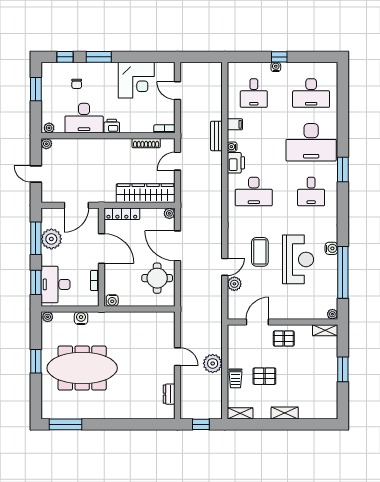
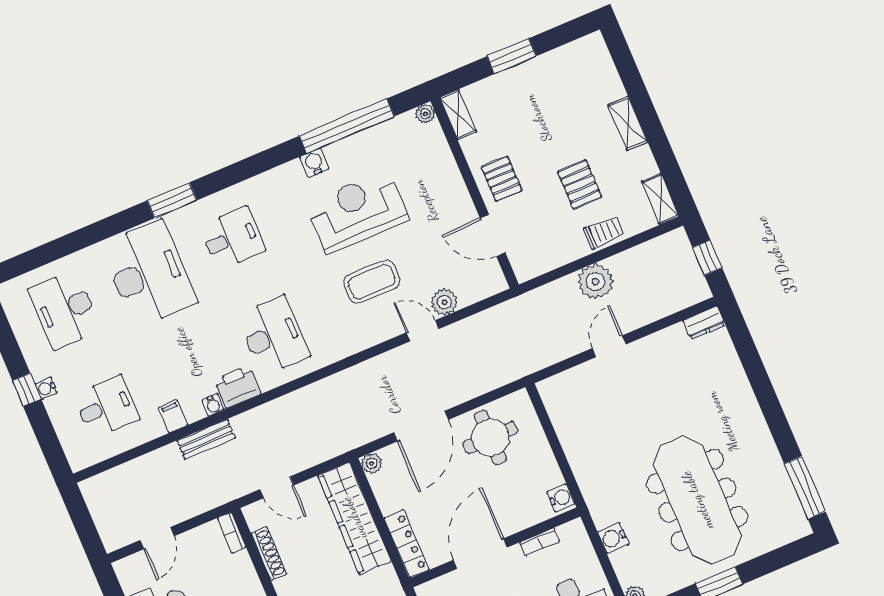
desk: (311, 93) -> (65, 309), turned 180
dresser: (169, 394) -> (704, 323), moved

